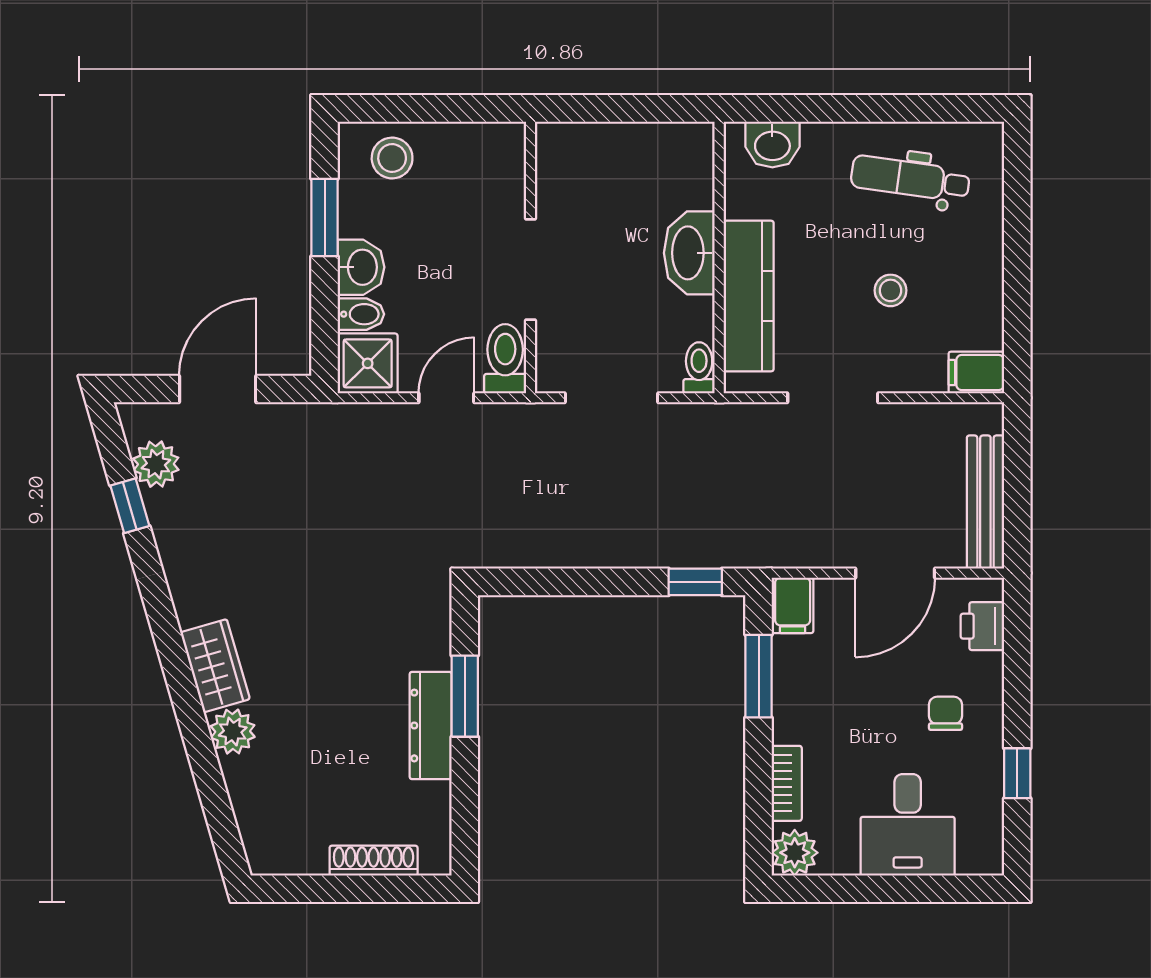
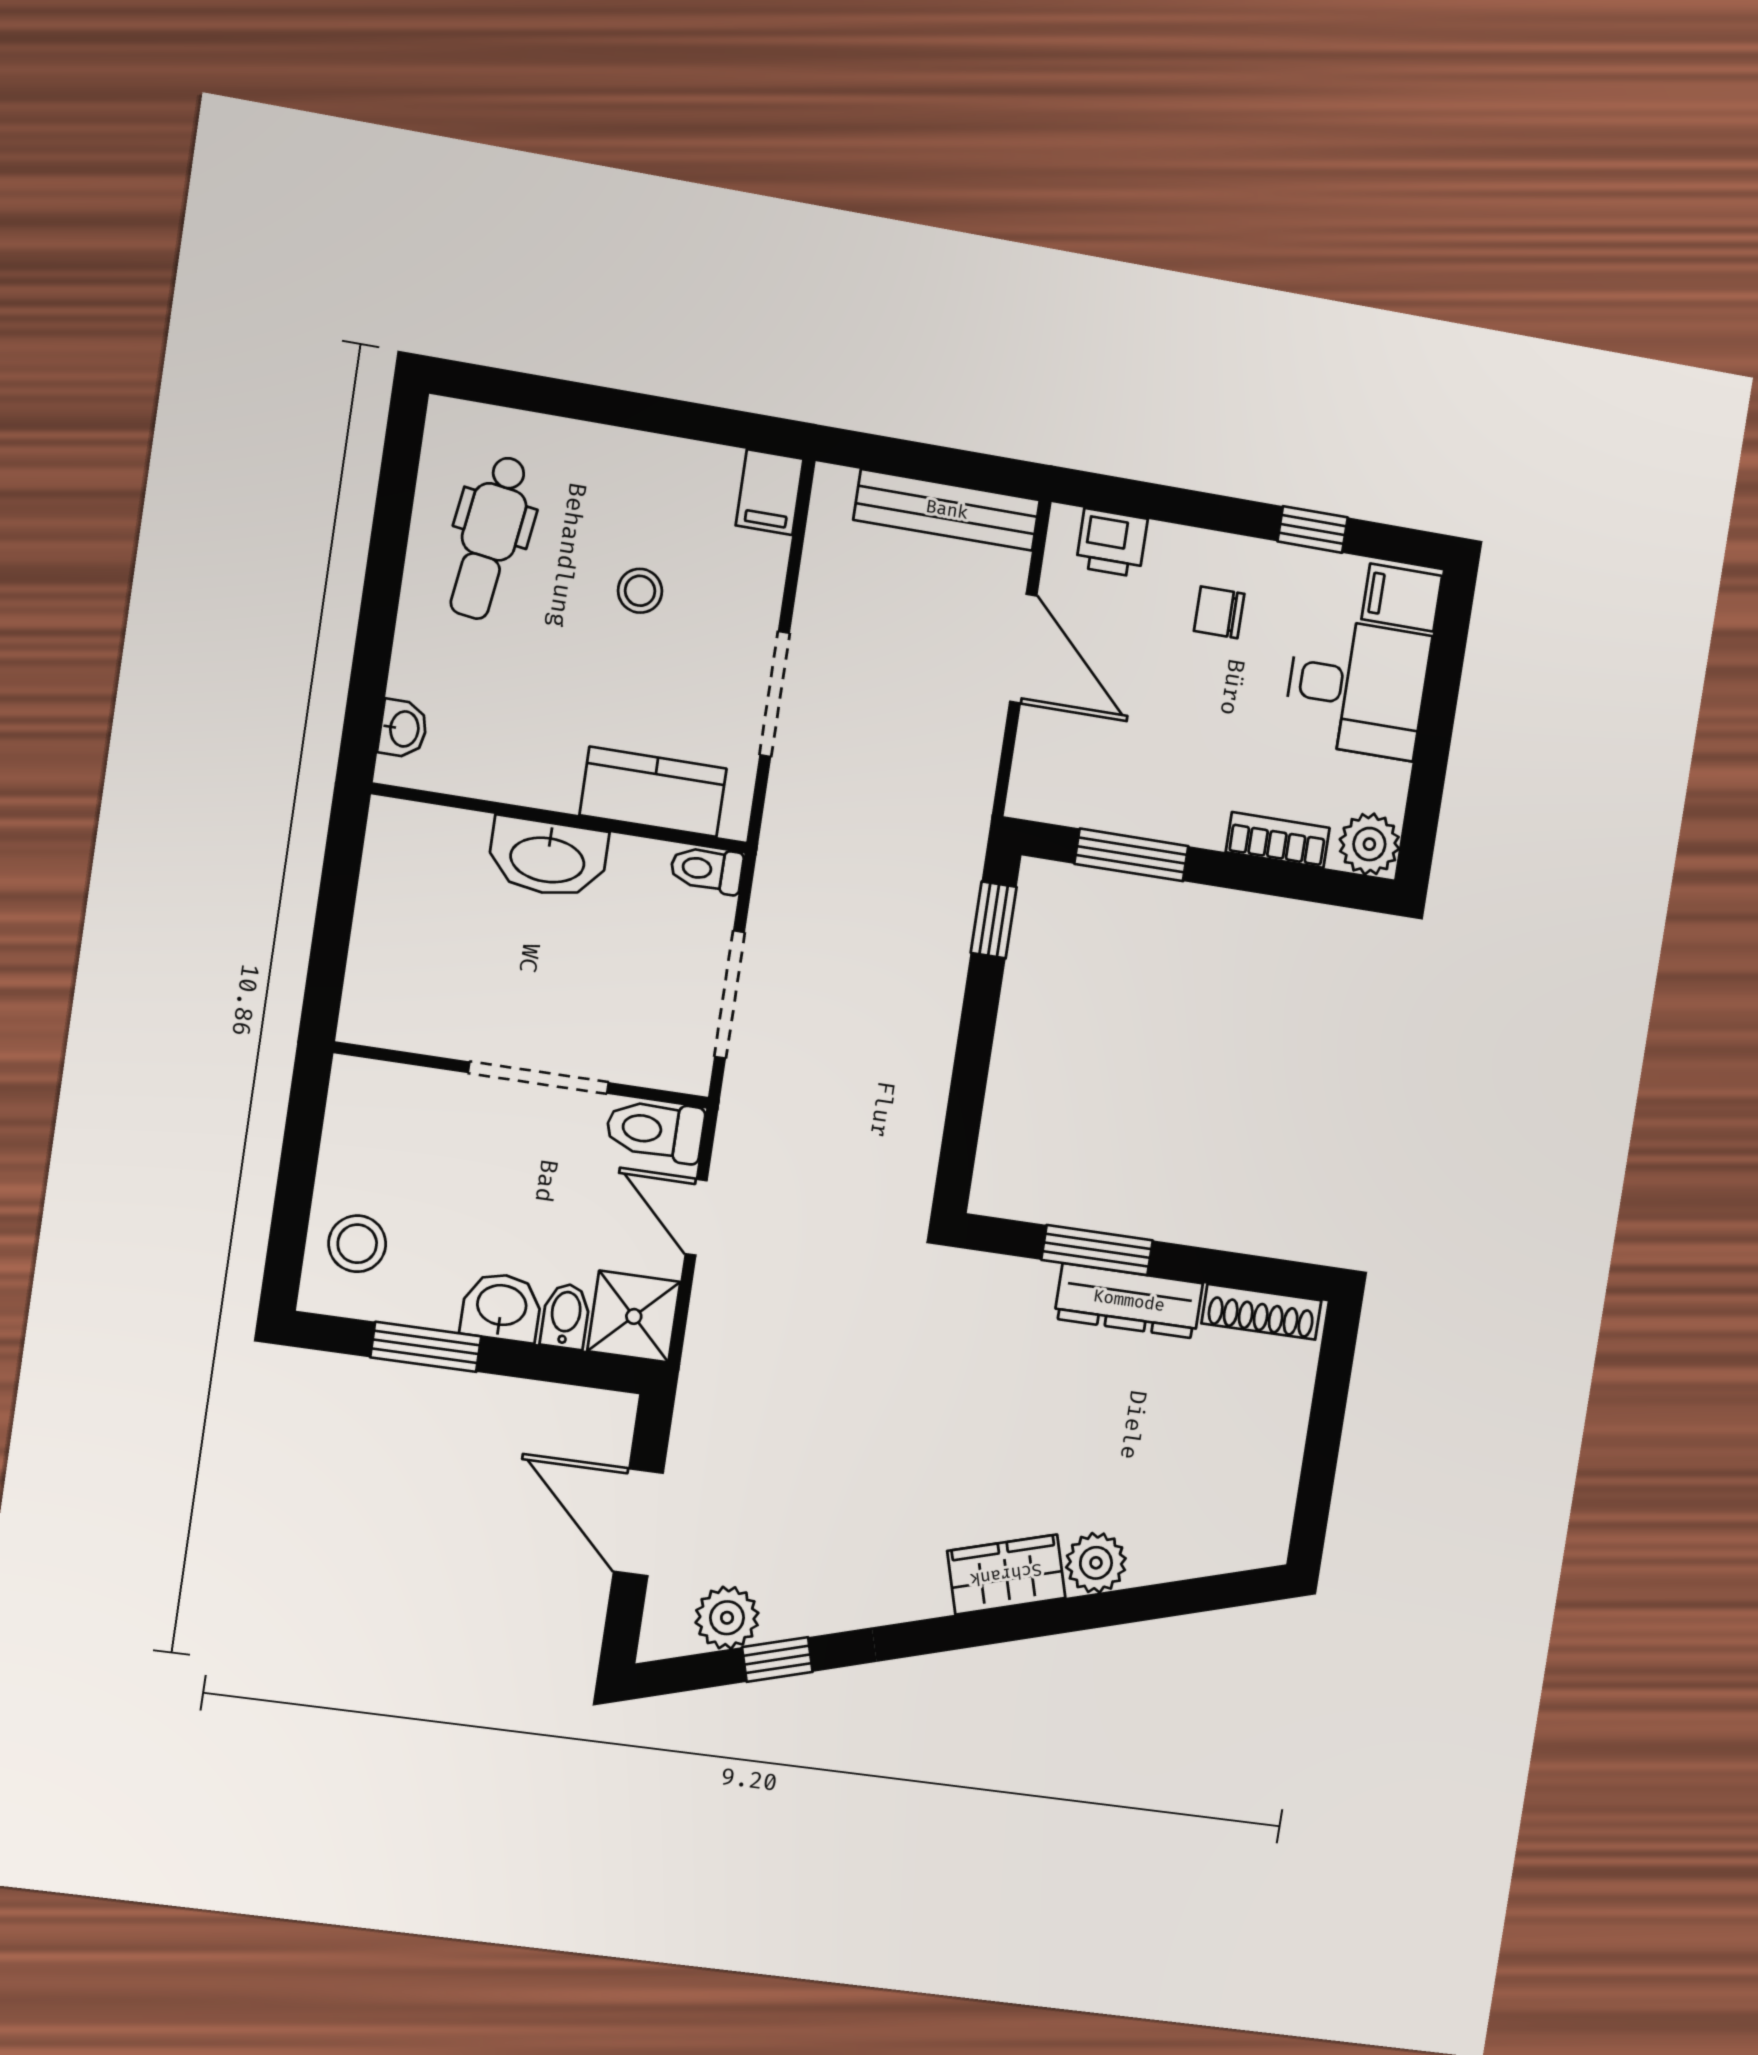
washbasin: (772, 144) -> (403, 729), width x0.72, depth x0.69
kitchen counter: (749, 296) -> (653, 792), width x0.67
filing cabinet: (793, 605) -> (1402, 598), moved, turned 180
shoe rack: (374, 861) -> (1261, 1312), moved, turned -90

